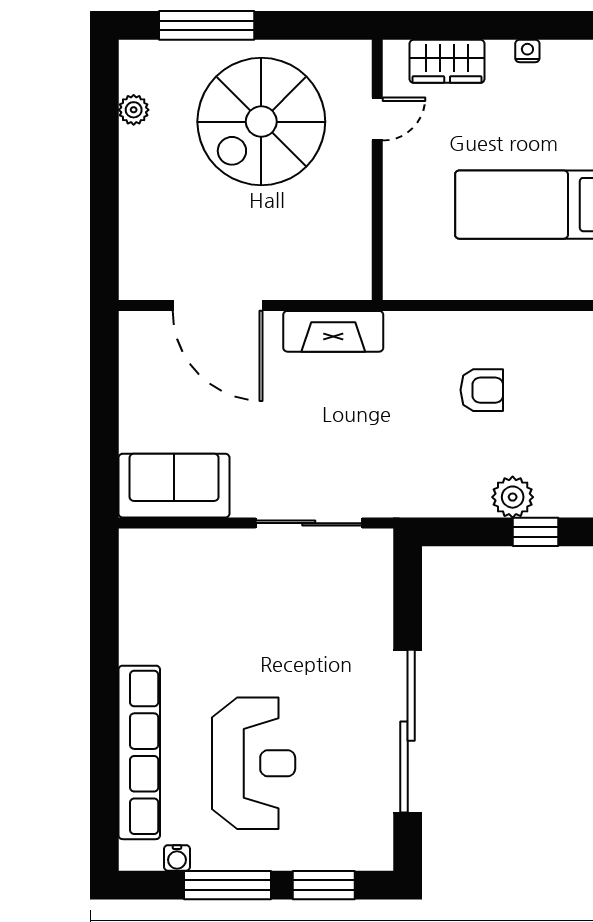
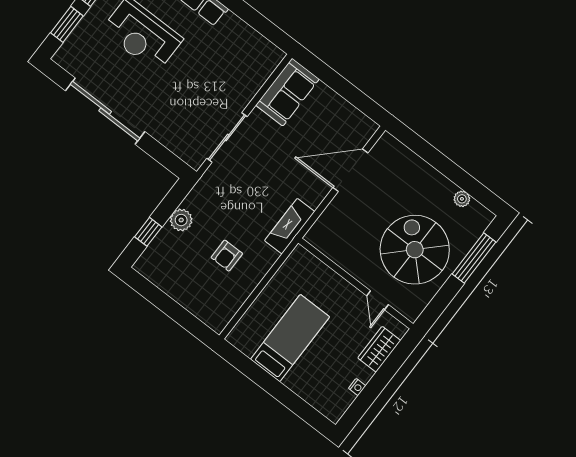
fireplace: (333, 331) -> (290, 226), moved
plant: (513, 497) -> (181, 220), moved

